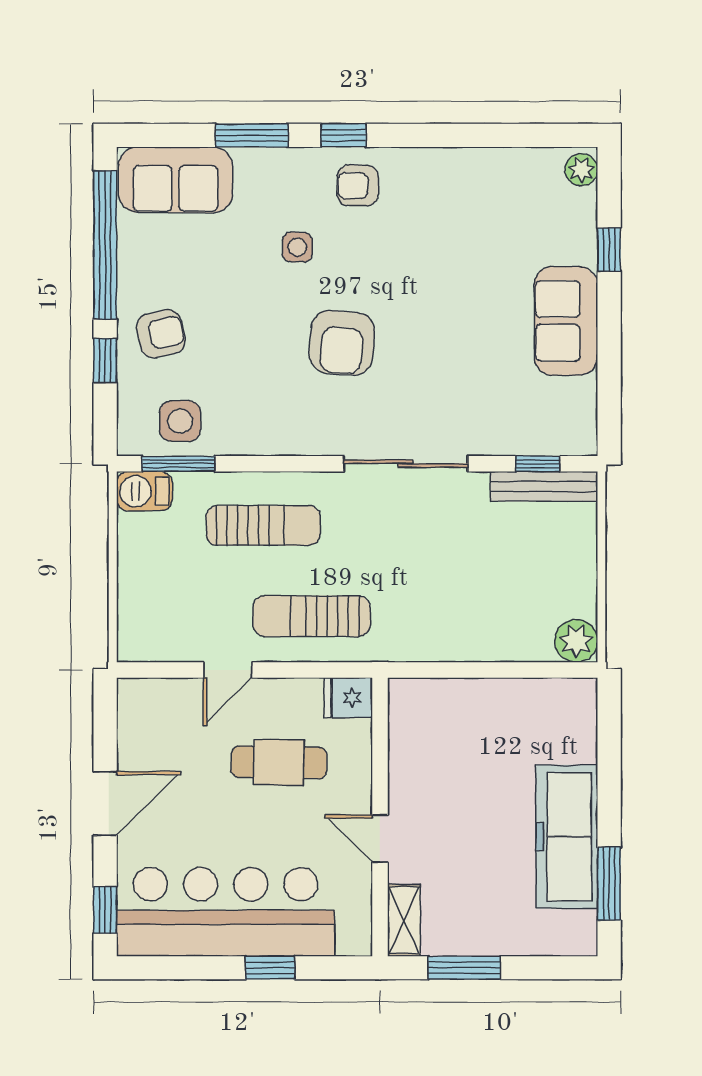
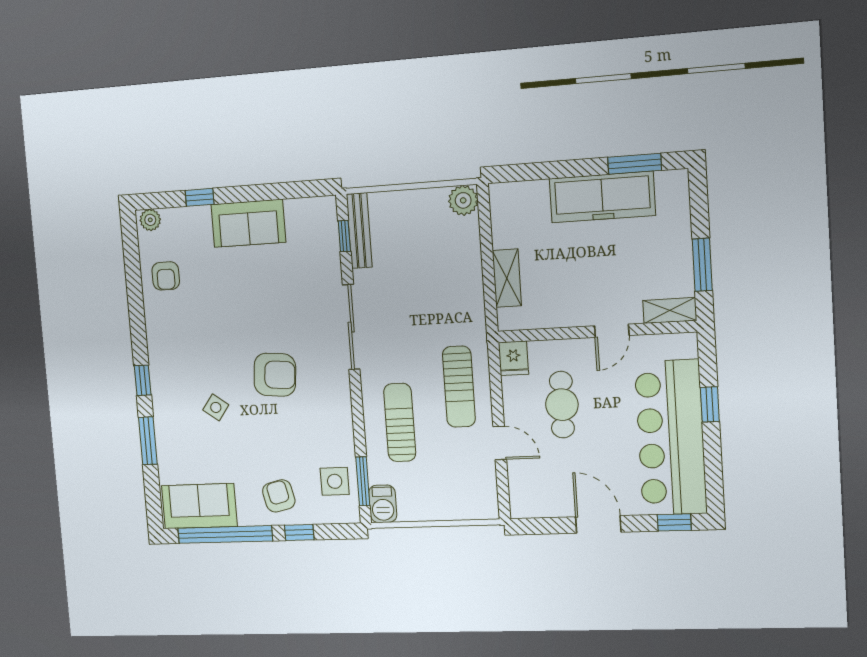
sofa: (175, 180) -> (199, 506), moved, turned -90
armchair: (358, 186) -> (166, 276), moved
side table: (297, 247) -> (216, 407), turned 36
shelving: (462, 696) -> (507, 278), added

